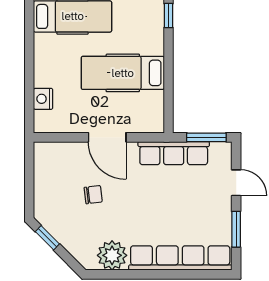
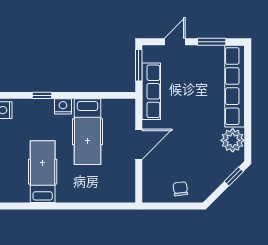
nightstand: (43, 99) -> (63, 106), moved, turned 180
chair: (93, 195) -> (180, 189), moved
window: (47, 238) -> (234, 176), moved

